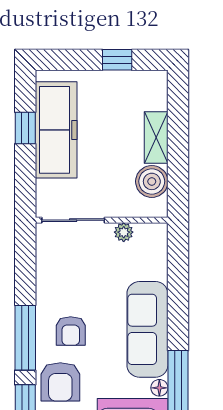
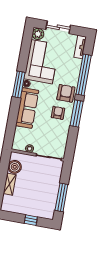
window: (117, 60) -> (31, 220), moved
window: (25, 128) -> (61, 197), width x2.17
freezer: (56, 130) -> (49, 194), removed

